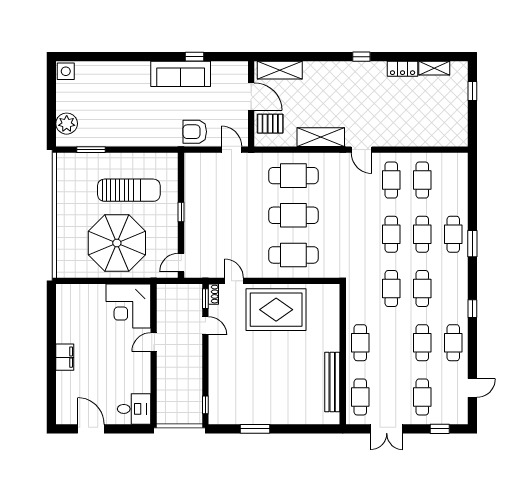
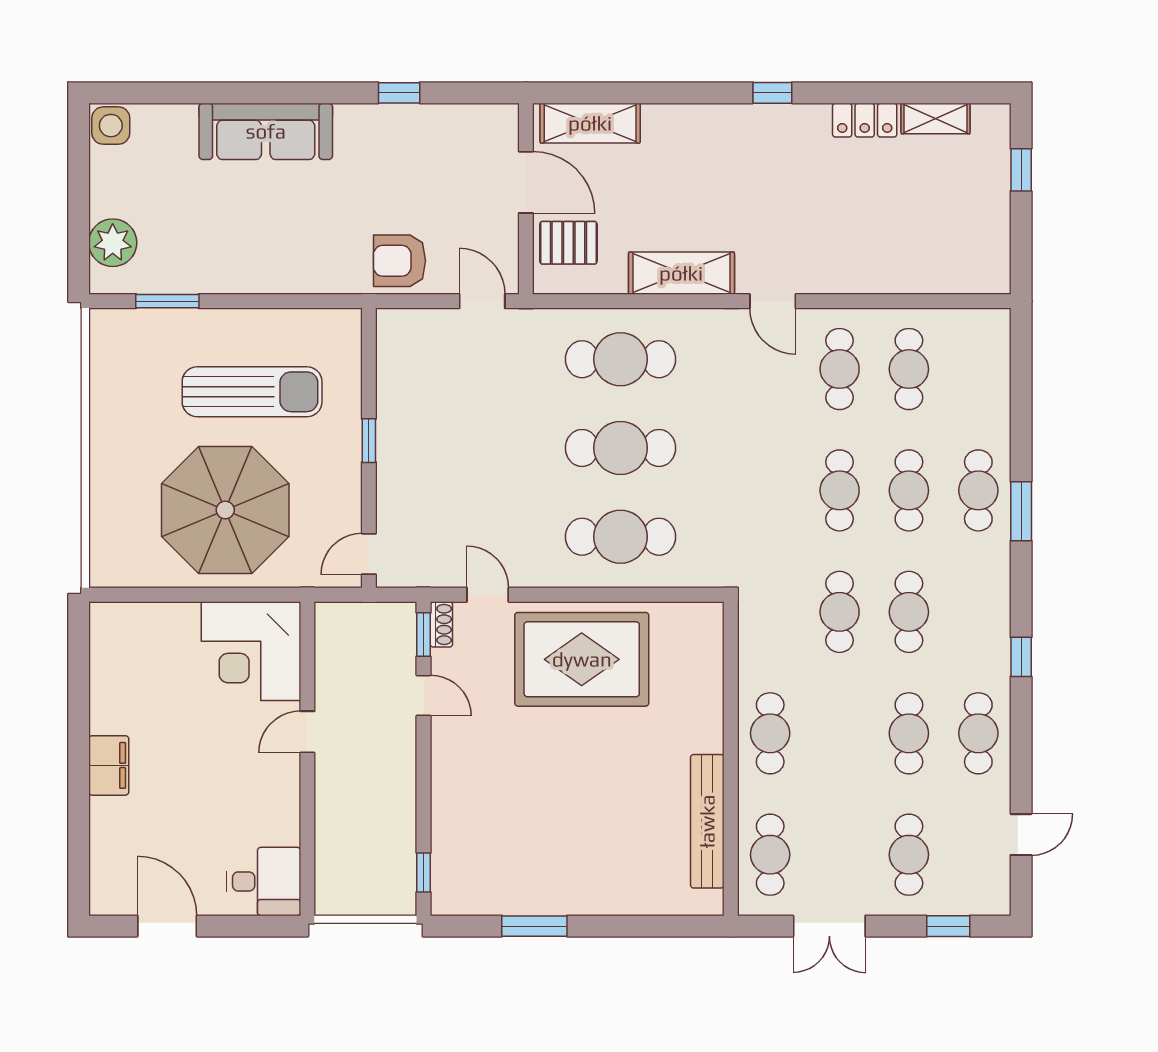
sofa: (181, 74) -> (266, 131), moved

